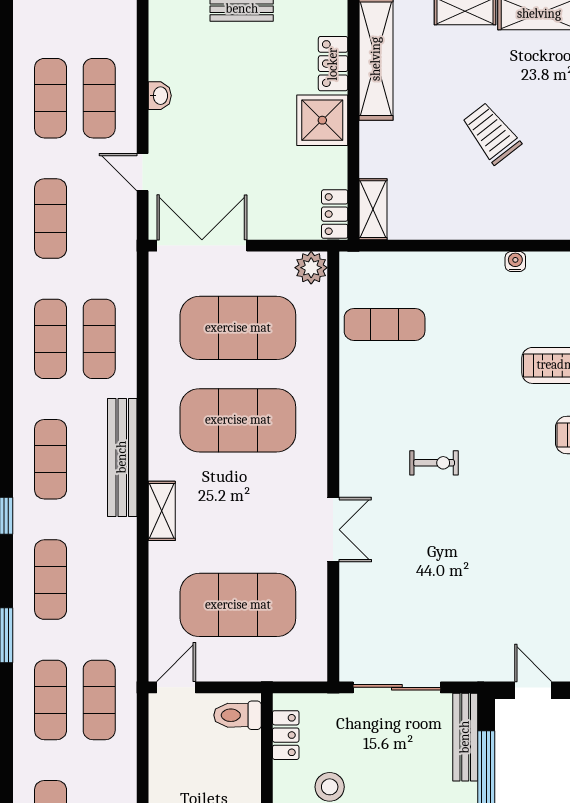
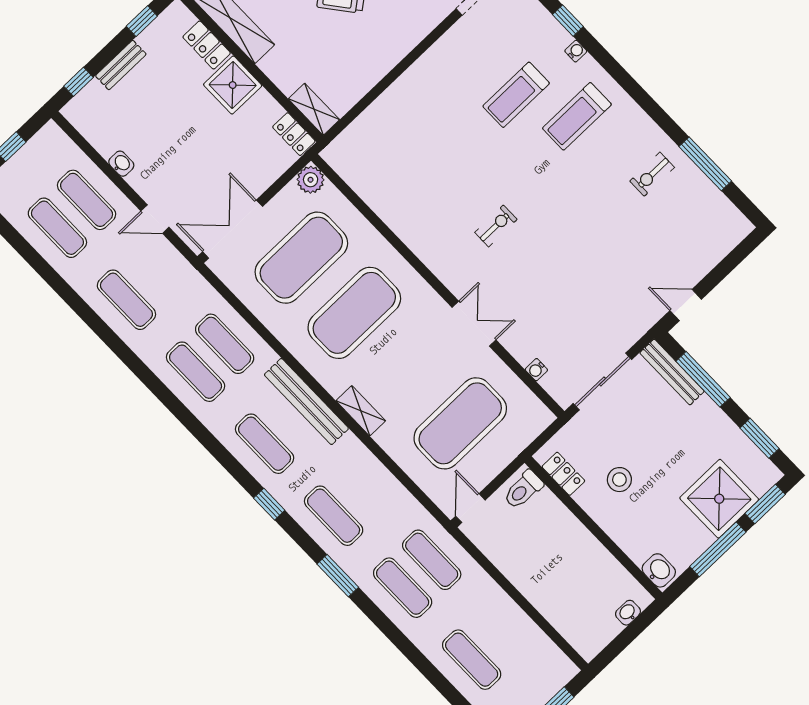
water cooler: (515, 261) -> (536, 370), moved, turned -90
exercise mat: (385, 324) -> (387, 172), removed

